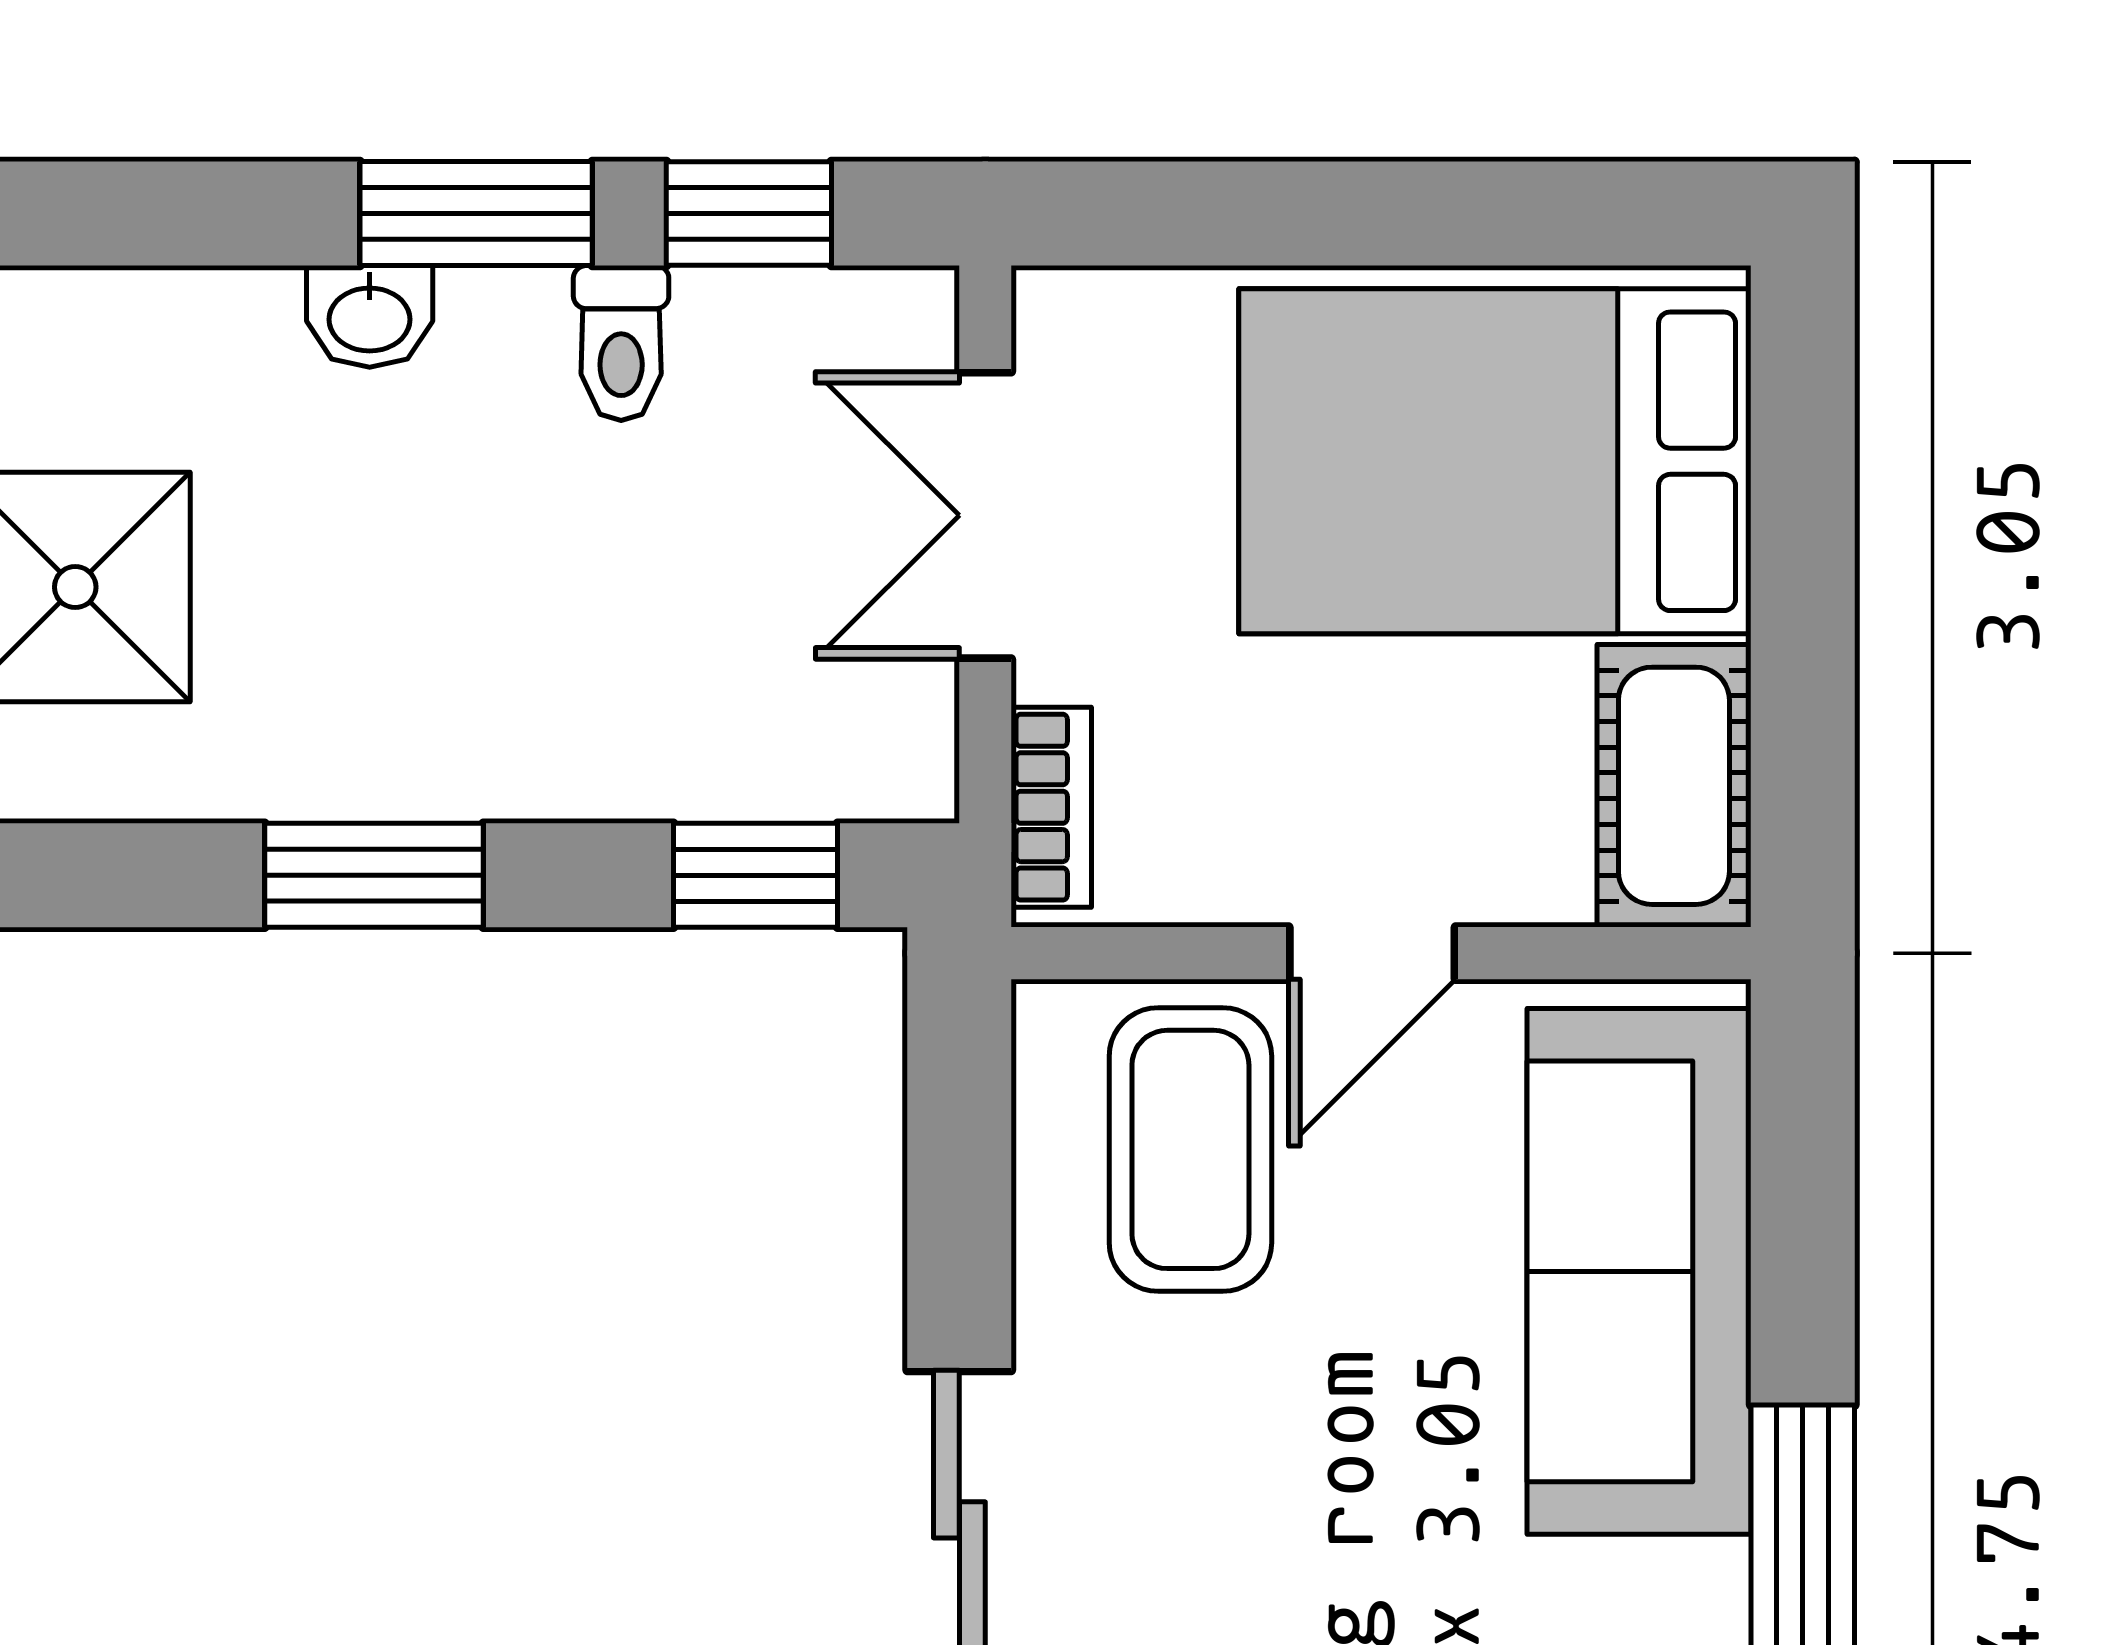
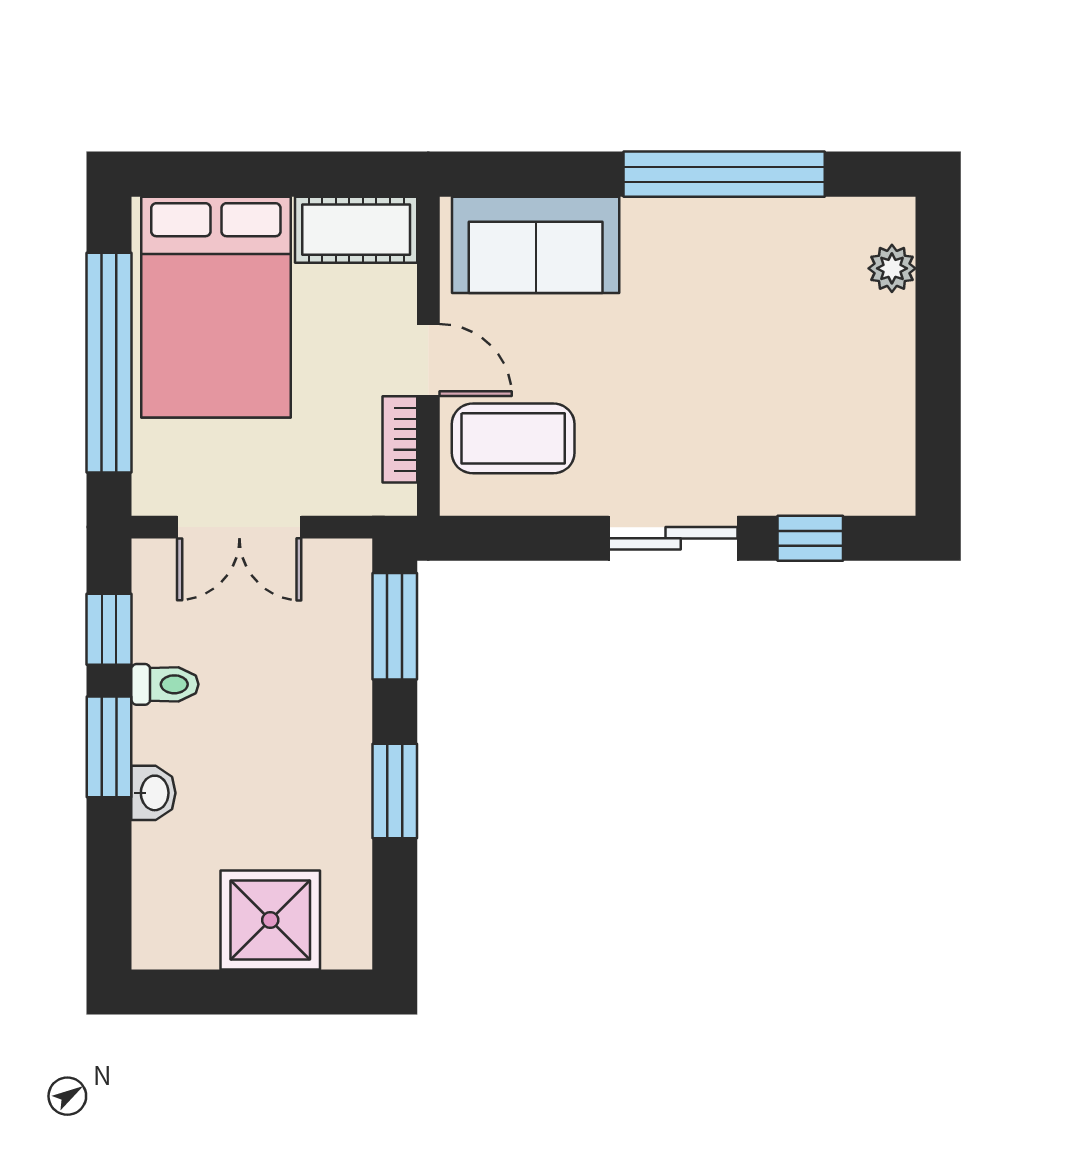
window: (1366, 214) -> (109, 363), added
bookcase: (1051, 807) -> (400, 439), moved, turned -90
window: (756, 875) -> (395, 626), width x1.50
sofa: (1639, 1271) -> (536, 245), width x0.73

